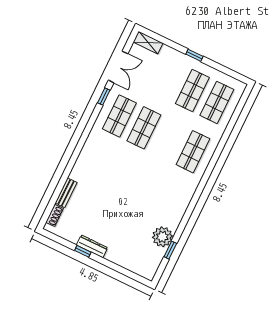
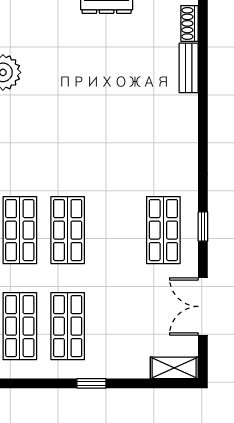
window: (104, 97) -> (203, 227), moved
shop shelf: (144, 128) -> (68, 230), moved

